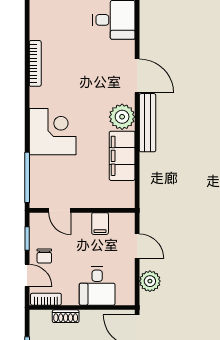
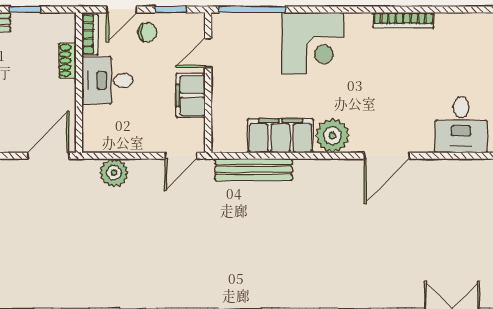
bench: (148, 123) -> (254, 169), moved
filing cabinet: (100, 224) -> (191, 95), width x2.00
door: (137, 246) -> (181, 156), moved
chair: (44, 256) -> (147, 32), turned 180
desk: (97, 286) -> (107, 80), moved

